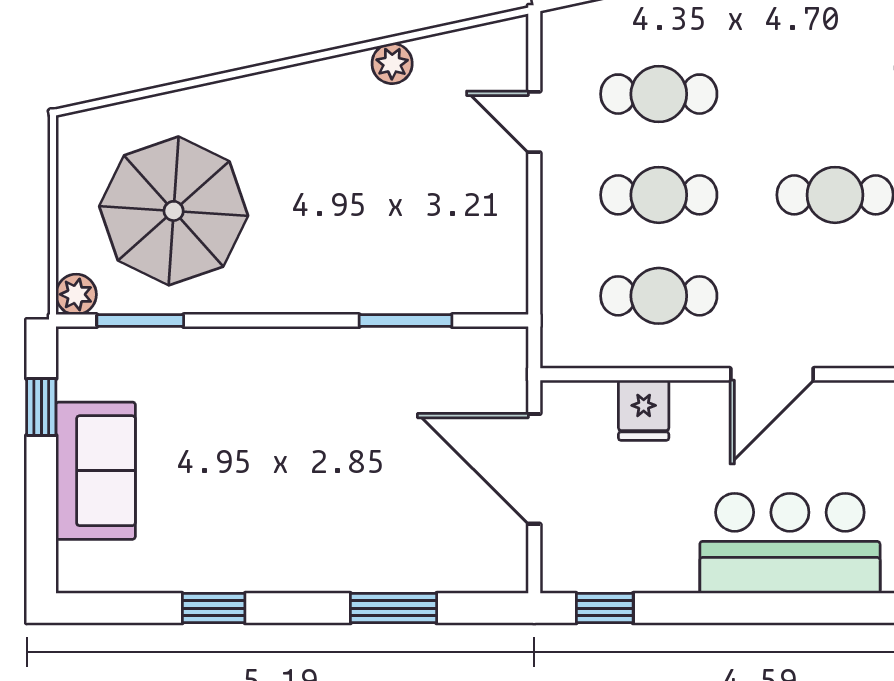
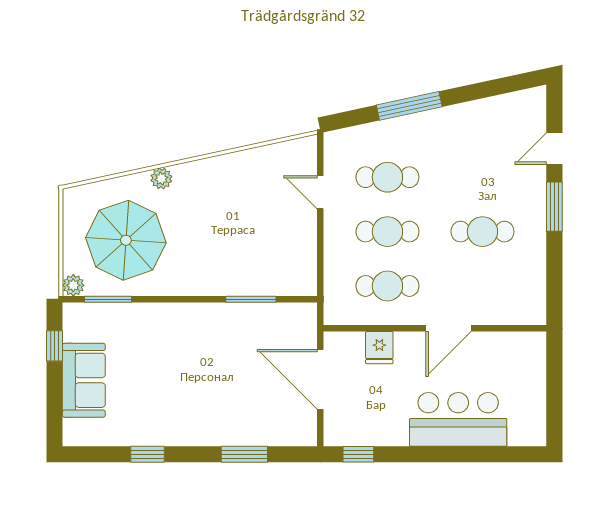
plant: (392, 64) -> (161, 178), moved

